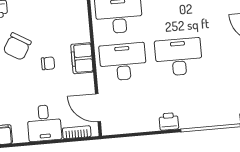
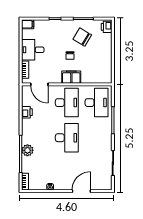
door: (98, 108) -> (39, 84), swing flipped
plant: (204, 117) -> (27, 150), added
printer: (169, 121) -> (27, 112), moved

